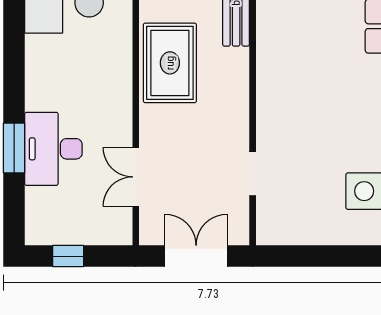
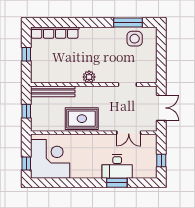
plant: (271, 81) -> (89, 77), added
double door: (196, 256) -> (161, 108), swing flipped

